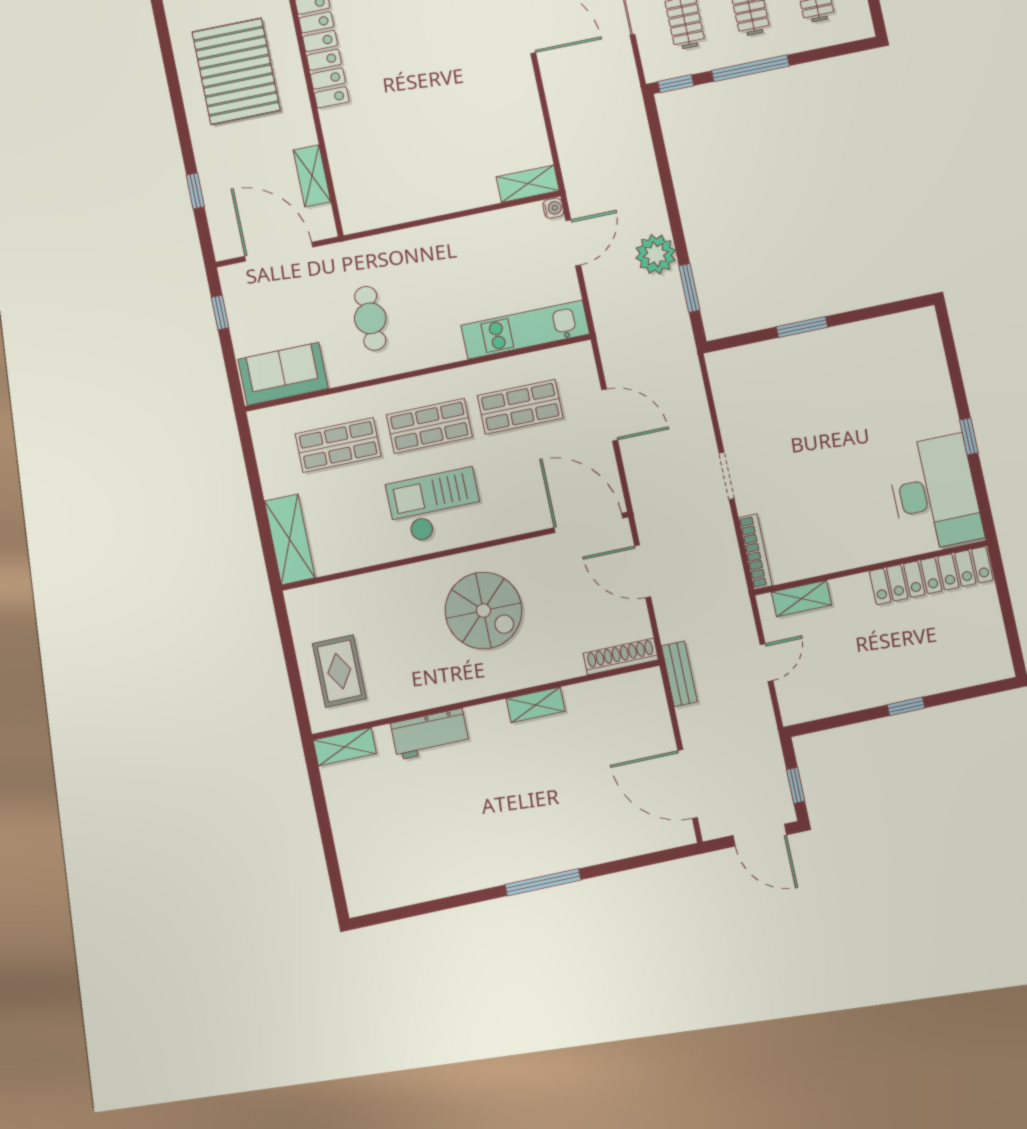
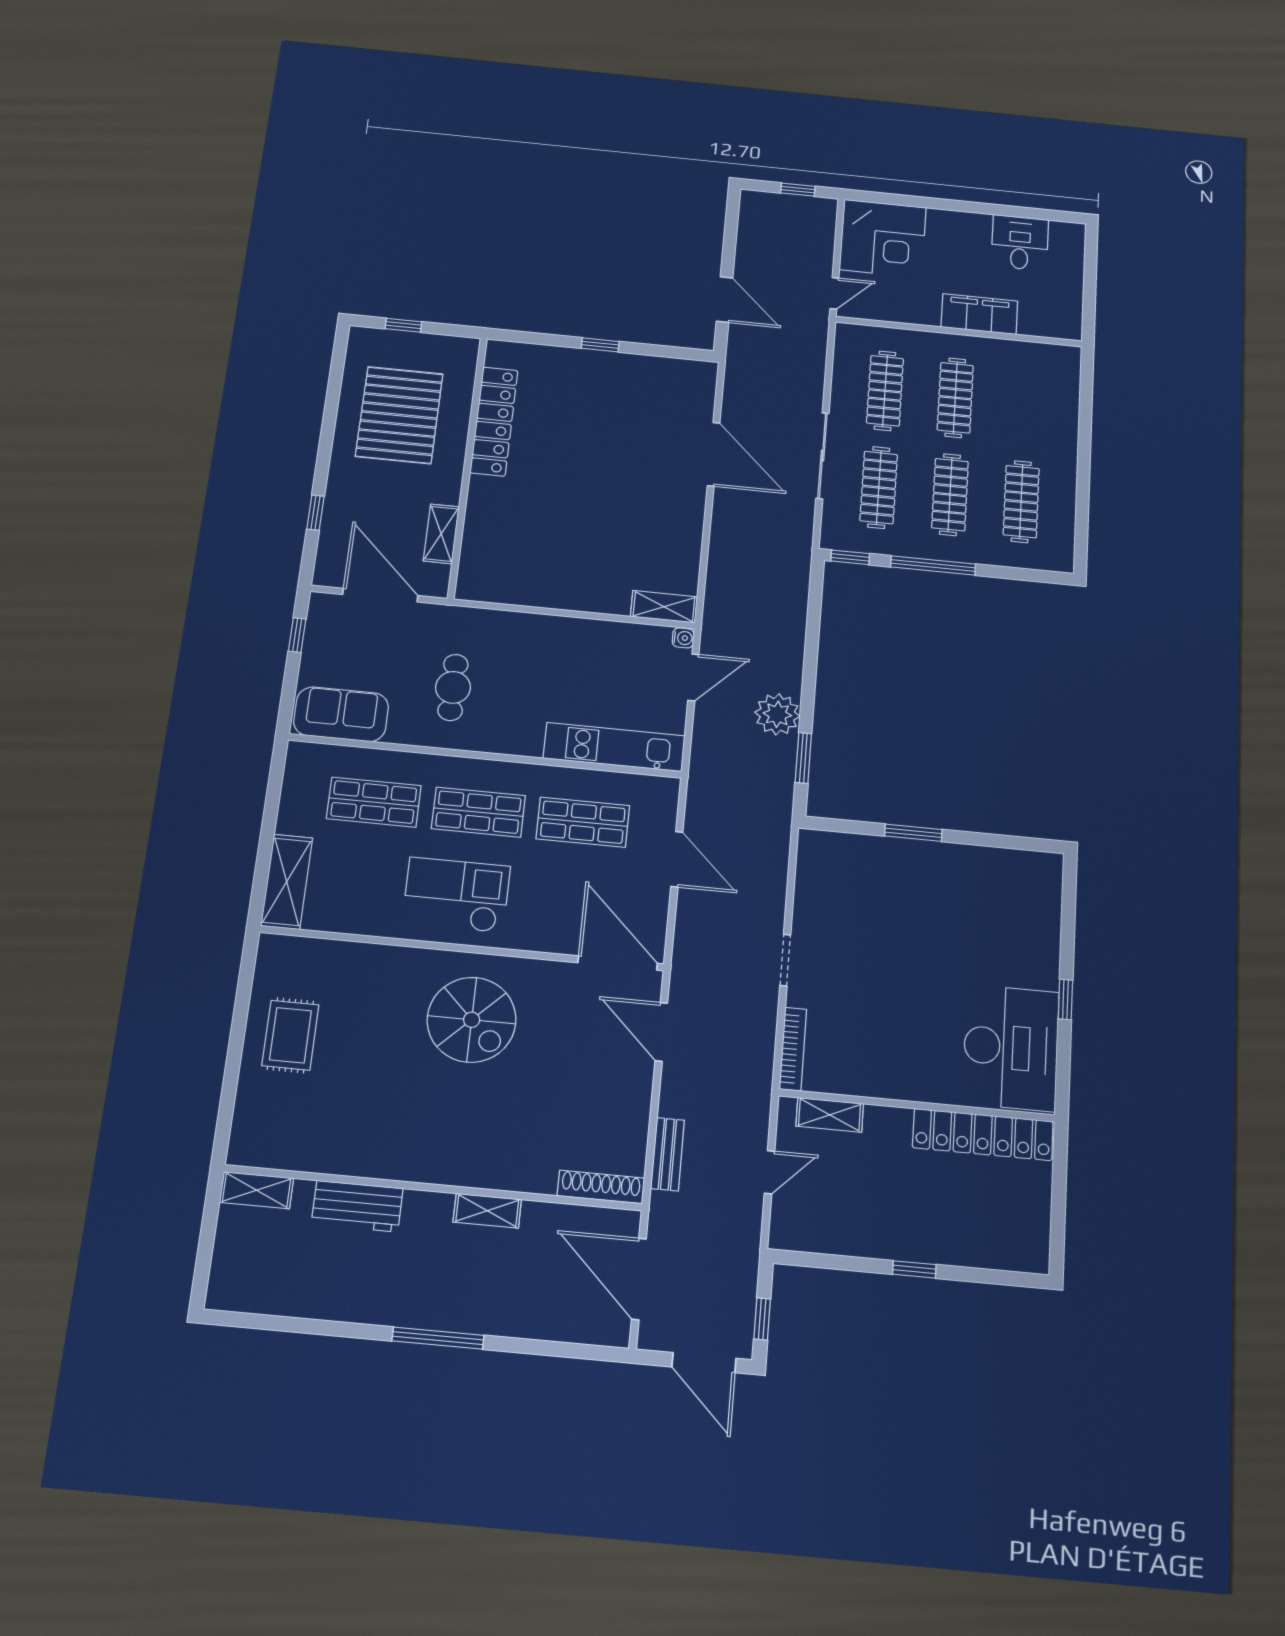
shoe rack: (621, 656) -> (601, 1187), moved
wall: (486, 700) -> (433, 1188), moved
shelving: (536, 705) -> (487, 1211), moved
workbench: (430, 734) -> (357, 1206), moved
shelving: (345, 747) -> (257, 1190), moved

